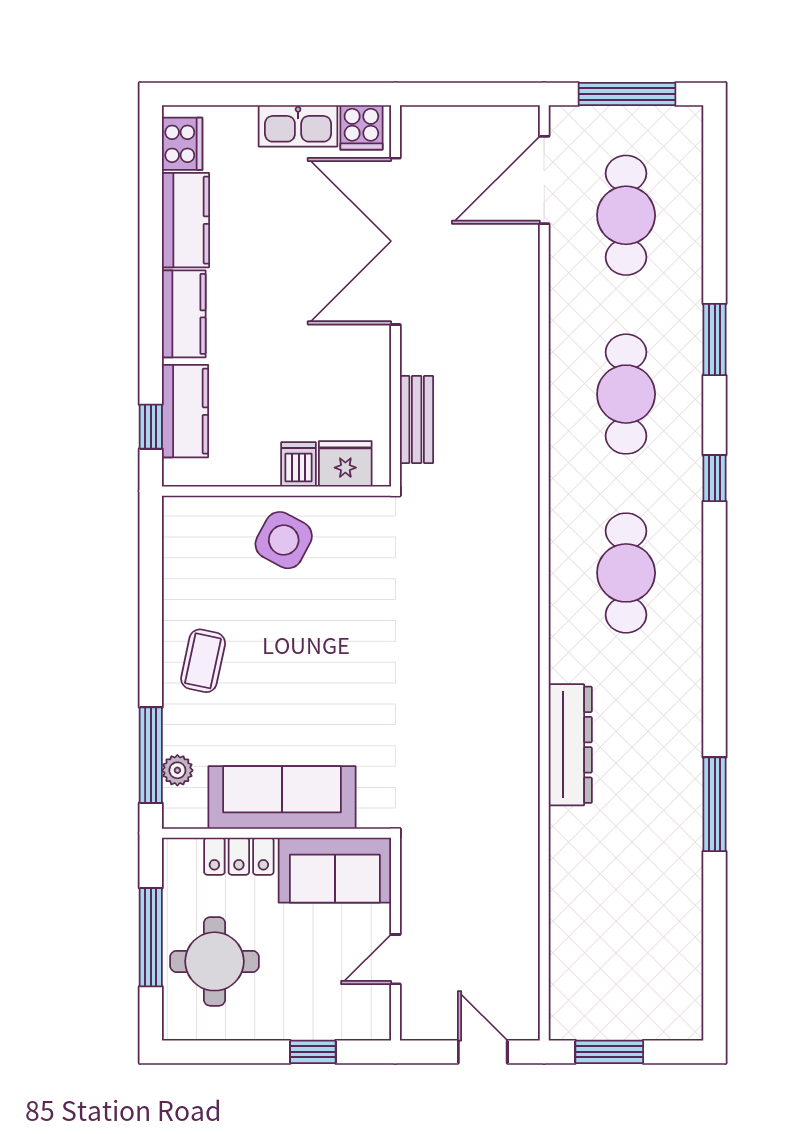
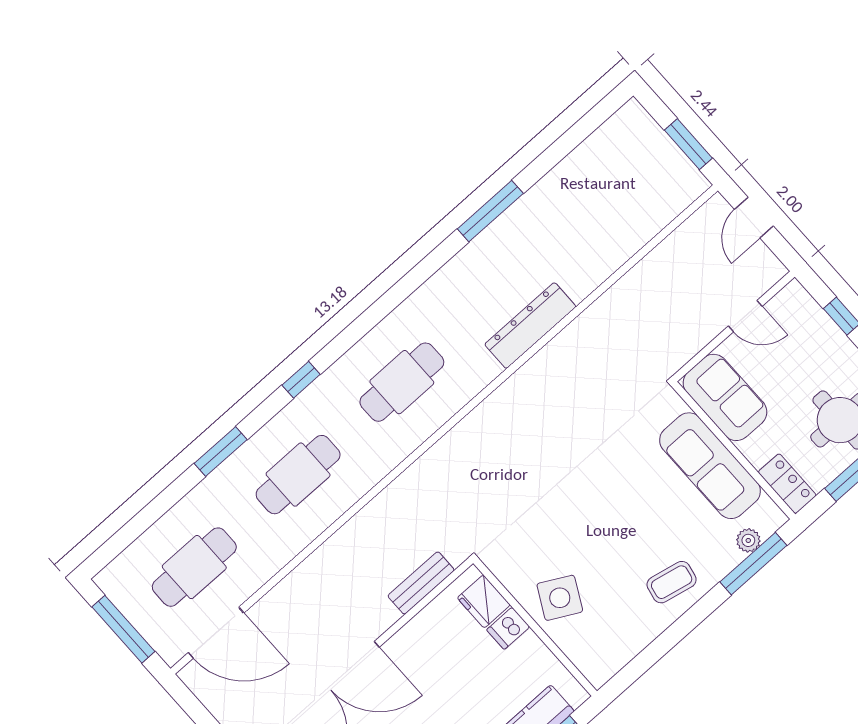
locker: (239, 856) -> (787, 484), moved

